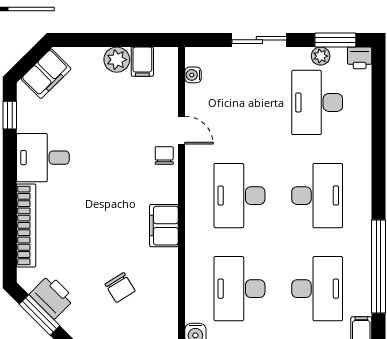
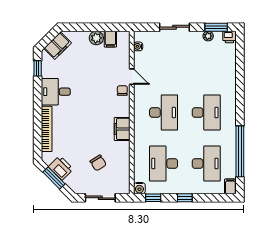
desk: (317, 102) -> (206, 61), removed
desk: (239, 196) -> (164, 112), turned 180

